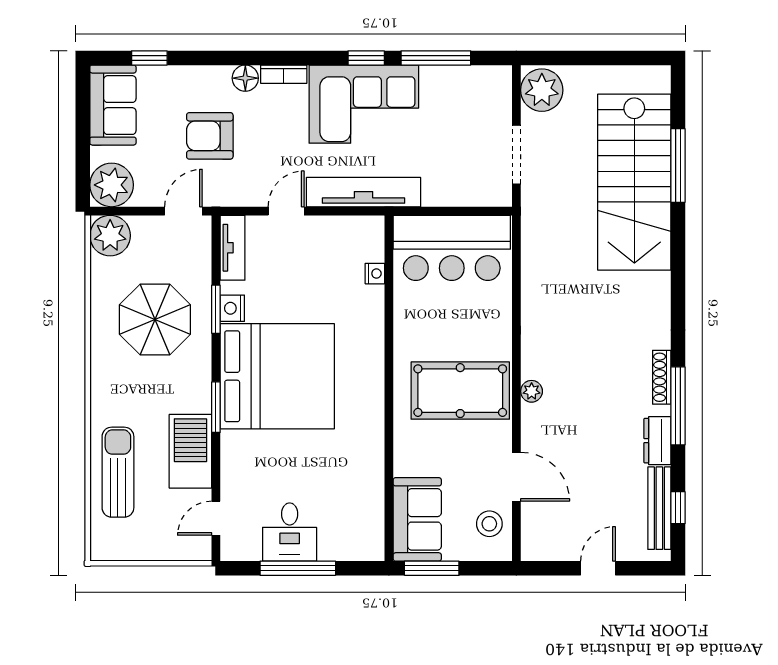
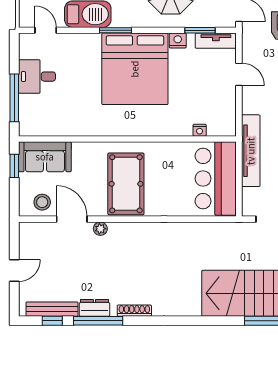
tv unit: (363, 192) -> (251, 151), moved
window: (216, 309) -> (200, 30), moved
plant: (532, 391) -> (100, 229), moved
window: (678, 406) -> (98, 321), moved
door: (516, 477) -> (72, 219), swing flipped
window: (298, 568) -> (14, 98), moved
window: (432, 568) -> (14, 166), width x0.67
door: (598, 568) -> (14, 270), hinge flipped

